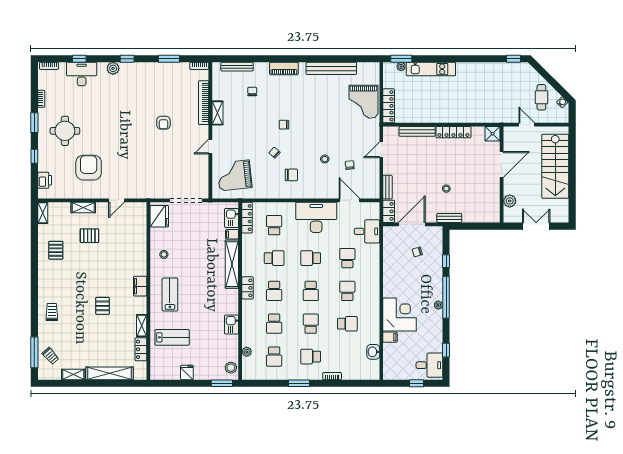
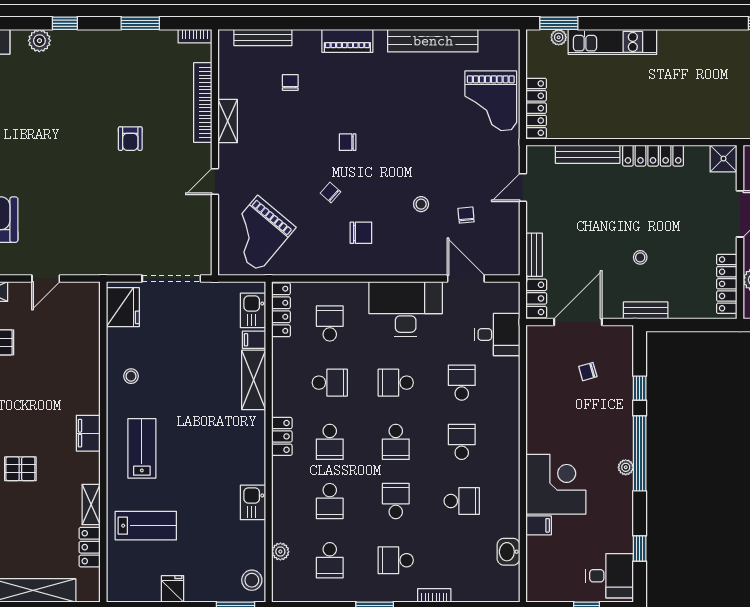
grand piano: (234, 175) -> (258, 234), turned -44
locker: (494, 203) -> (727, 284), added
shelving: (232, 264) -> (254, 380), width x0.68
pallet: (103, 306) -> (20, 469), turned 90

